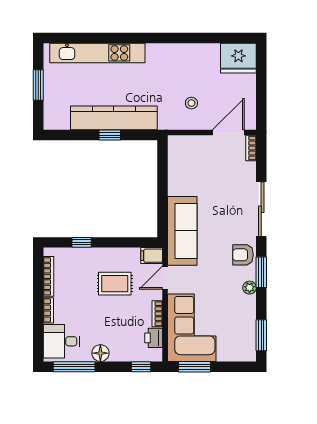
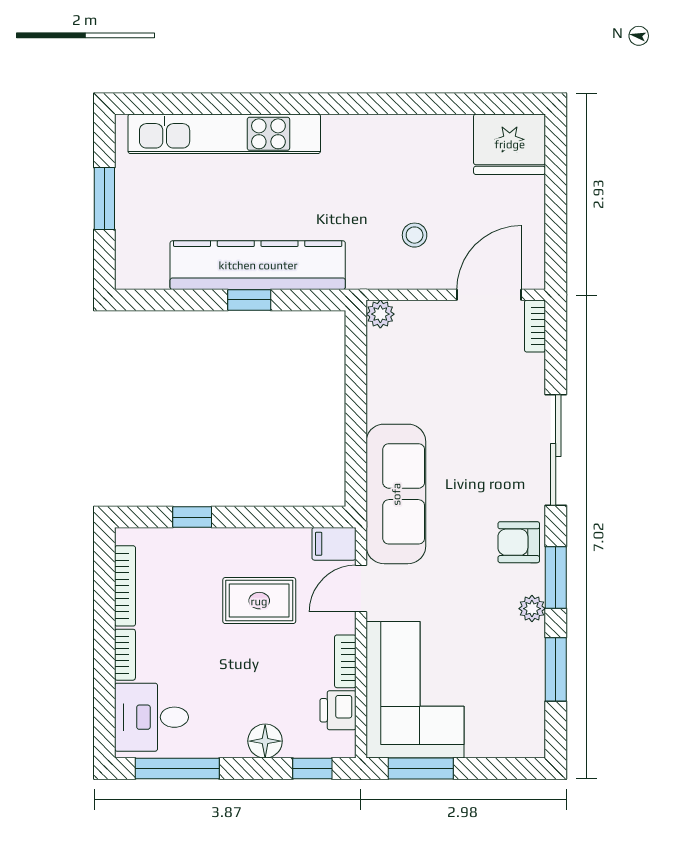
plant: (175, 142) -> (380, 314), added
window: (261, 335) -> (556, 669), moved
floor lamp: (100, 353) -> (265, 741), moved

